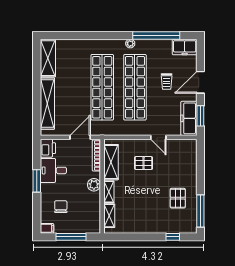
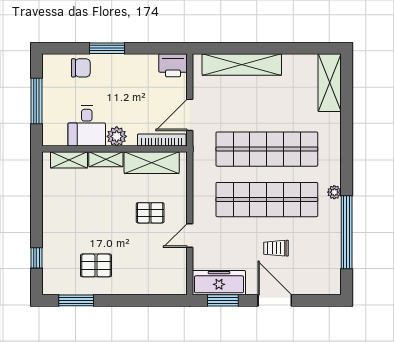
freezer: (185, 47) -> (329, 276), removed
shelving: (48, 58) -> (330, 83), moved, turned 90
door: (80, 137) -> (190, 115), swing flipped
pallet: (144, 163) -> (150, 213), turned 90
desk: (53, 170) -> (87, 126), moved, turned 180
window: (37, 181) -> (107, 48), moved
chair: (61, 207) -> (81, 68), moved
window: (200, 211) -> (76, 300), width x0.69
filing cabinet: (47, 228) -> (50, 64), removed

